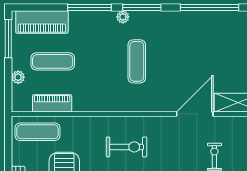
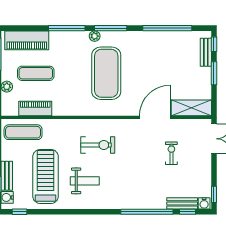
exercise mat: (137, 61) -> (106, 73), width x2.00, depth x1.45

